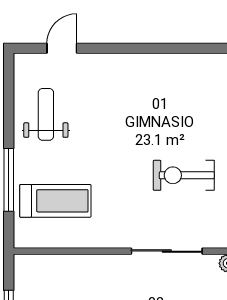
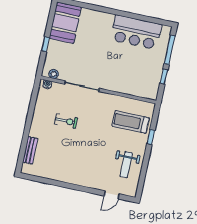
exercise bike: (184, 175) -> (66, 121), width x0.73, depth x0.72
window: (9, 180) -> (151, 137), width x0.46

